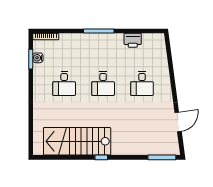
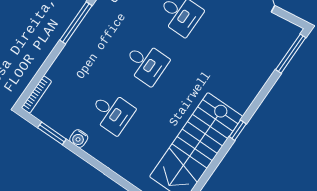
water cooler: (38, 58) -> (79, 138), moved

